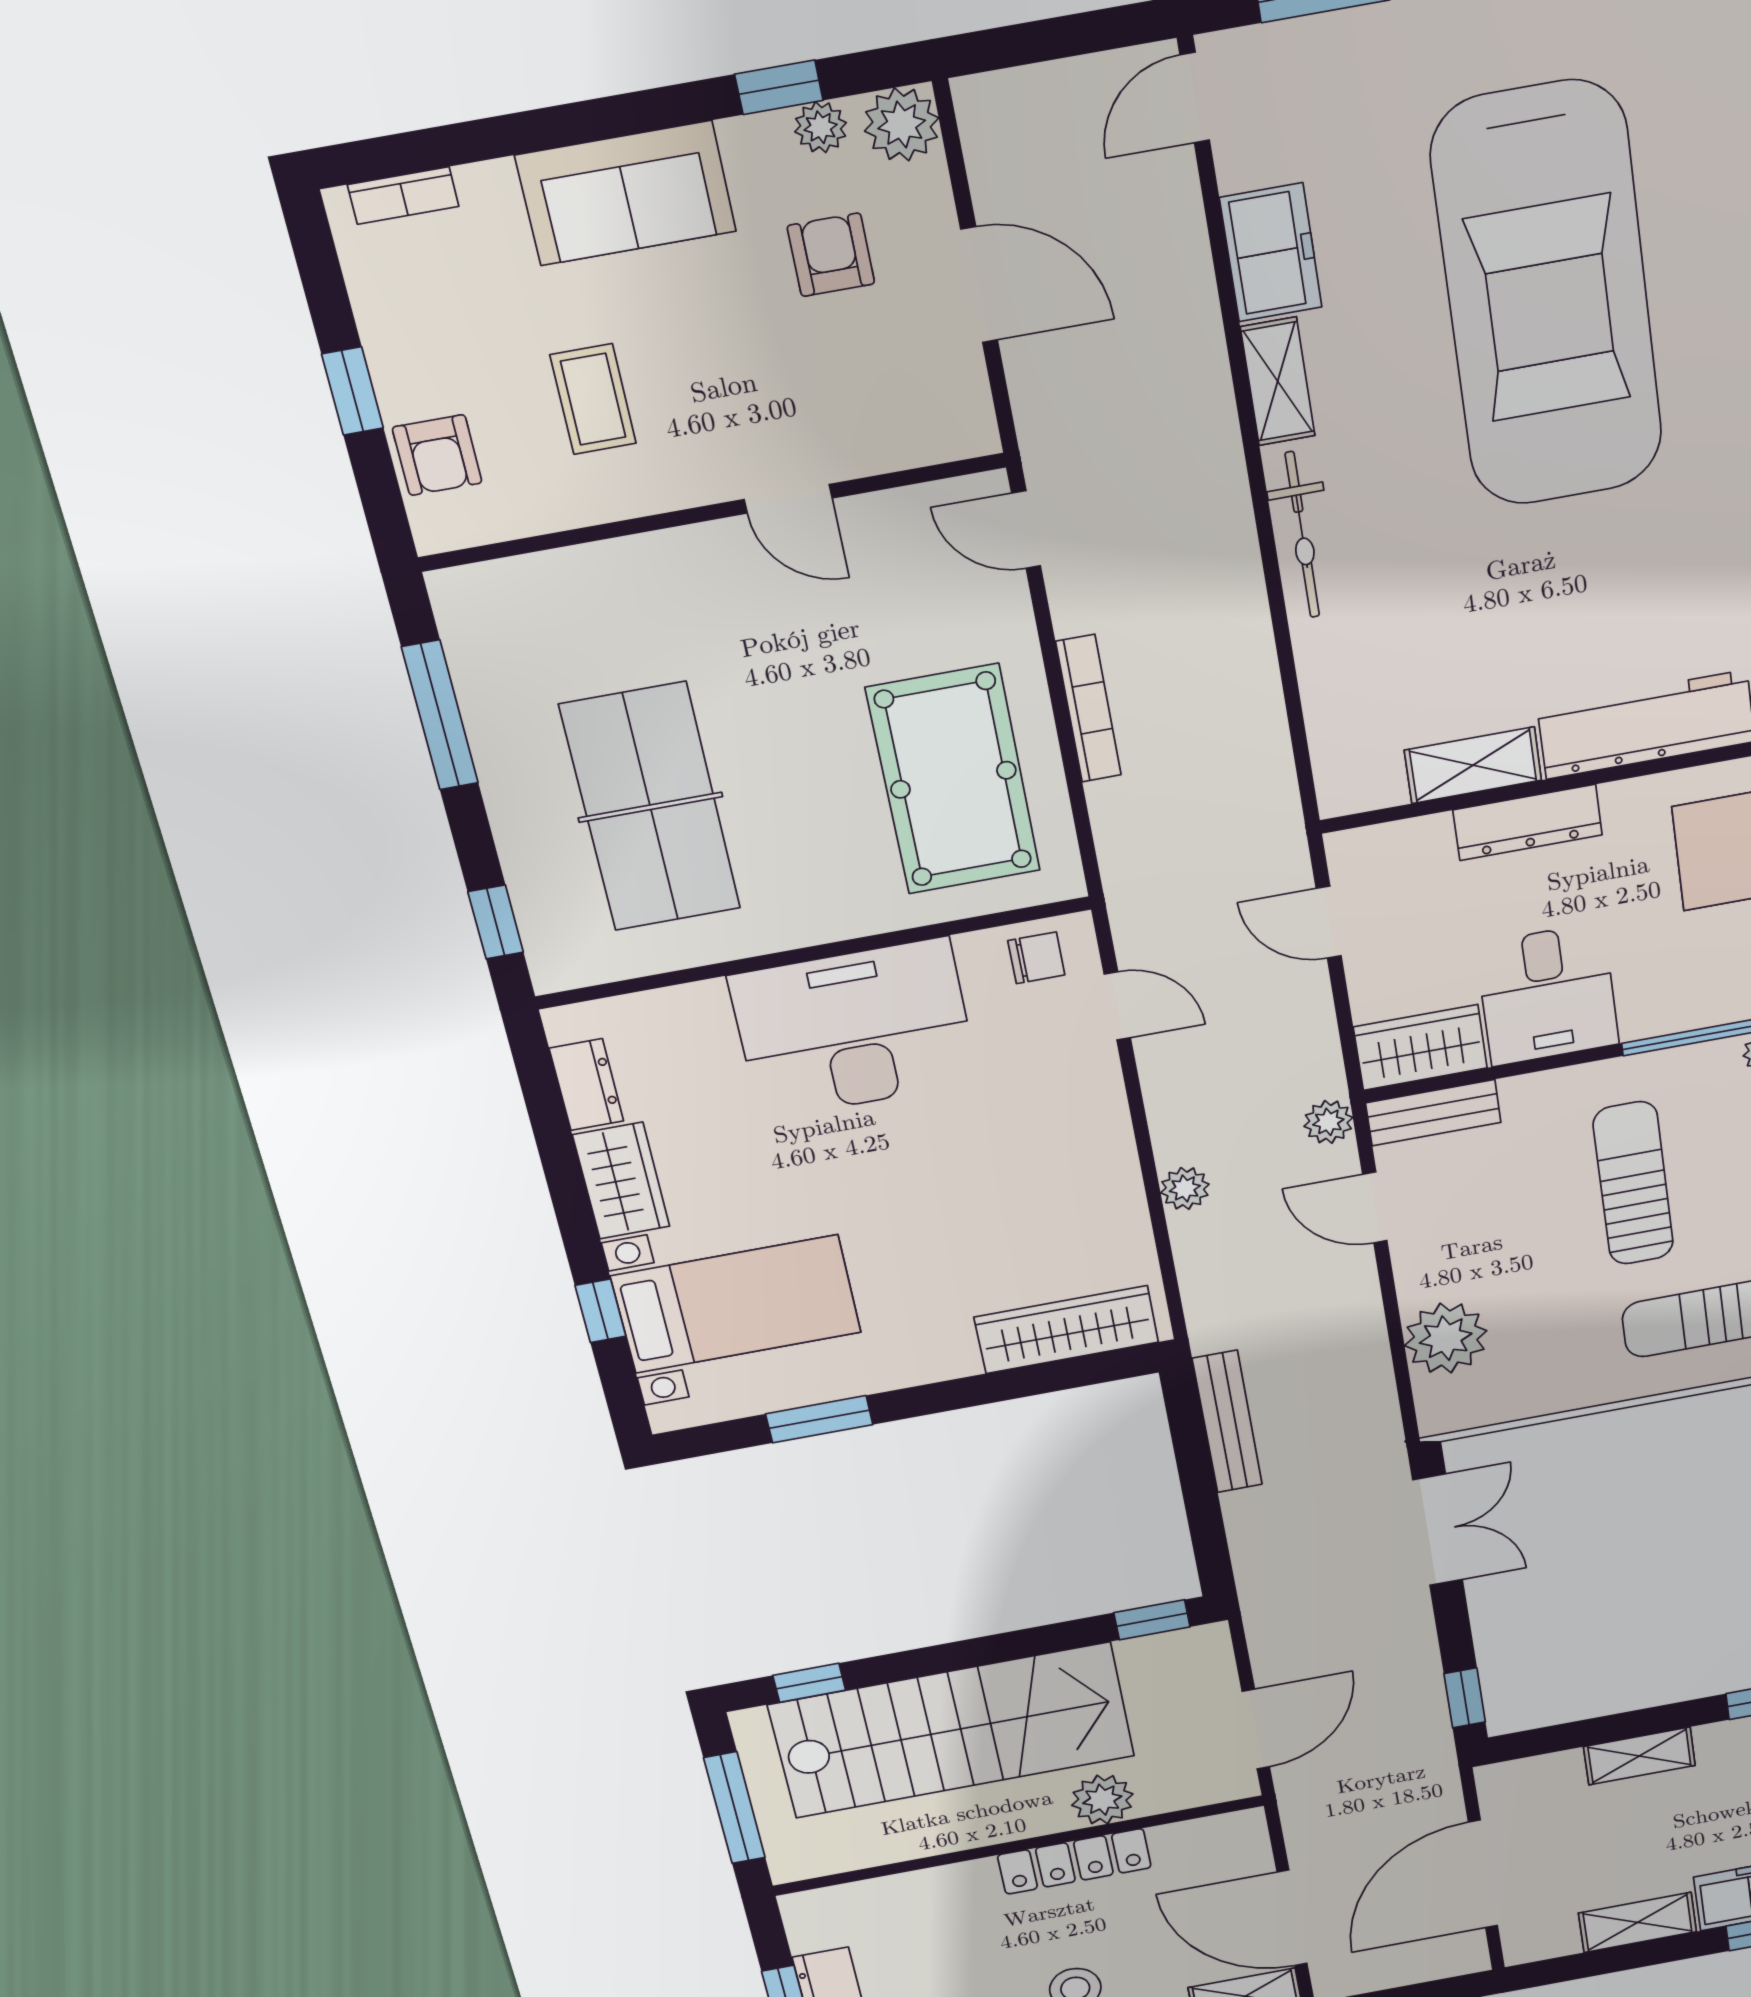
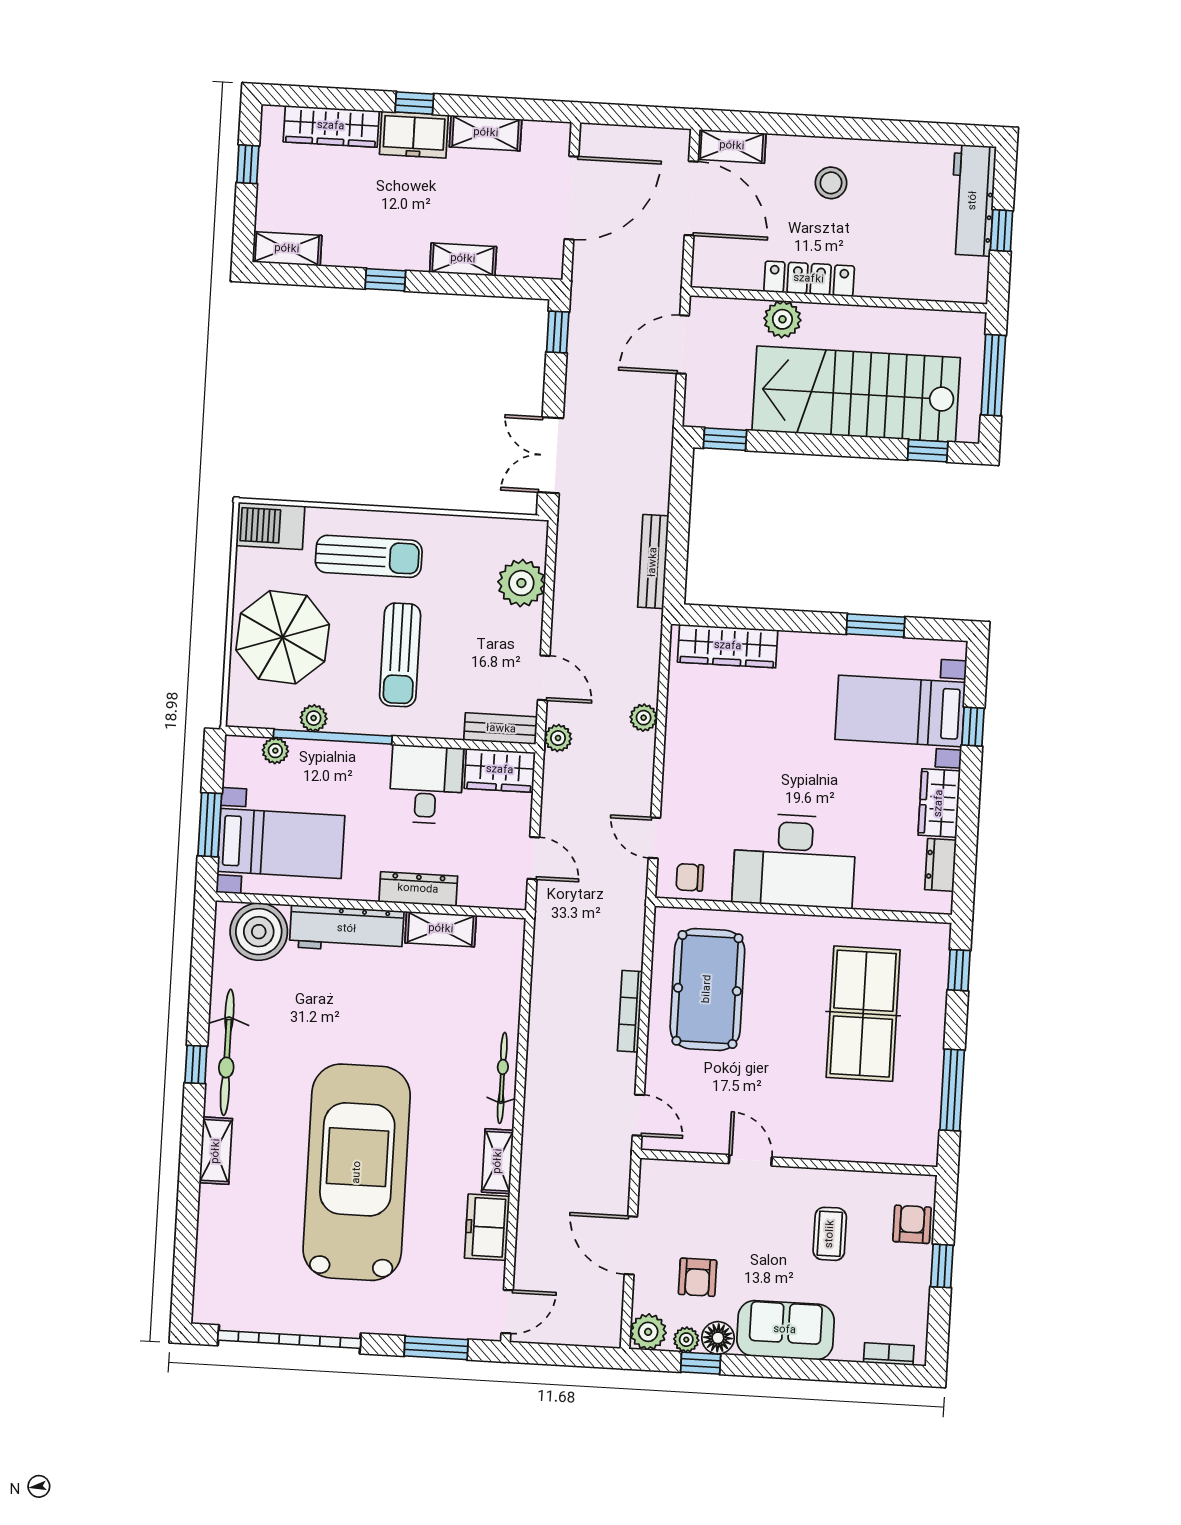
floor lamp: (758, 146) -> (718, 1338), added

